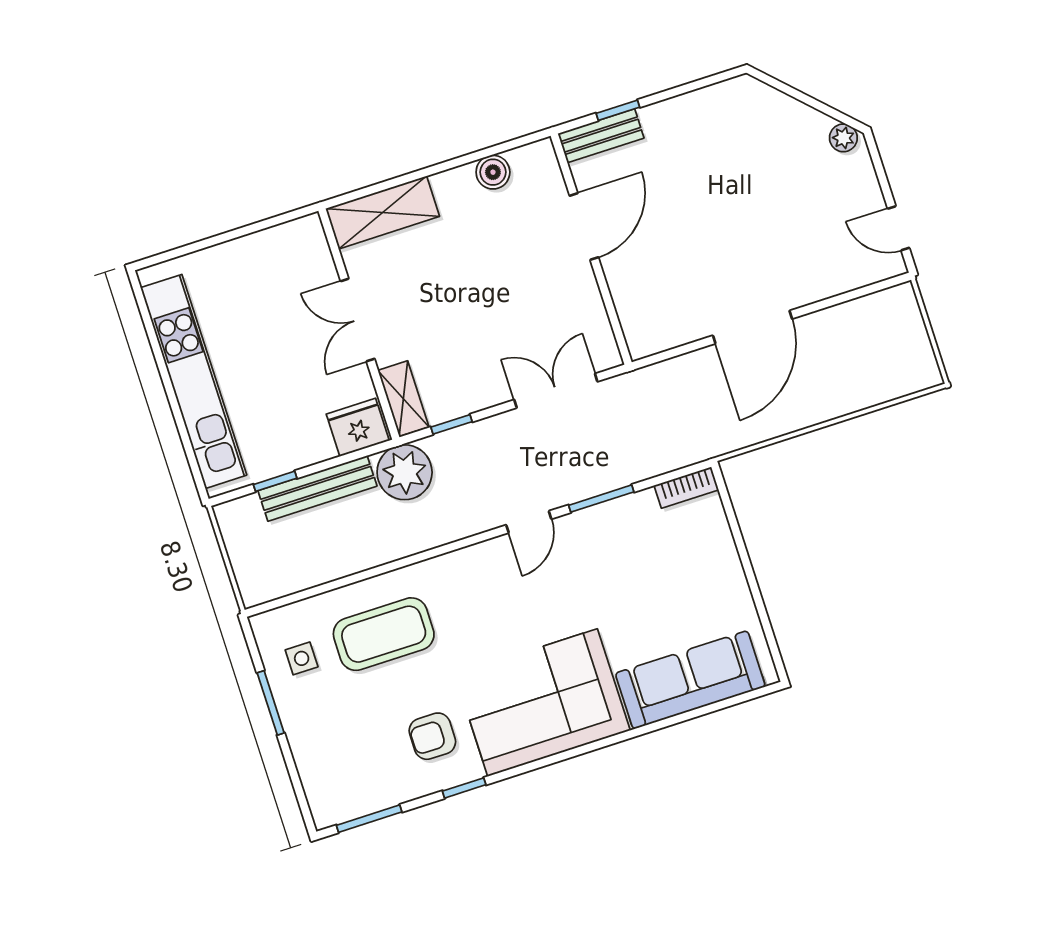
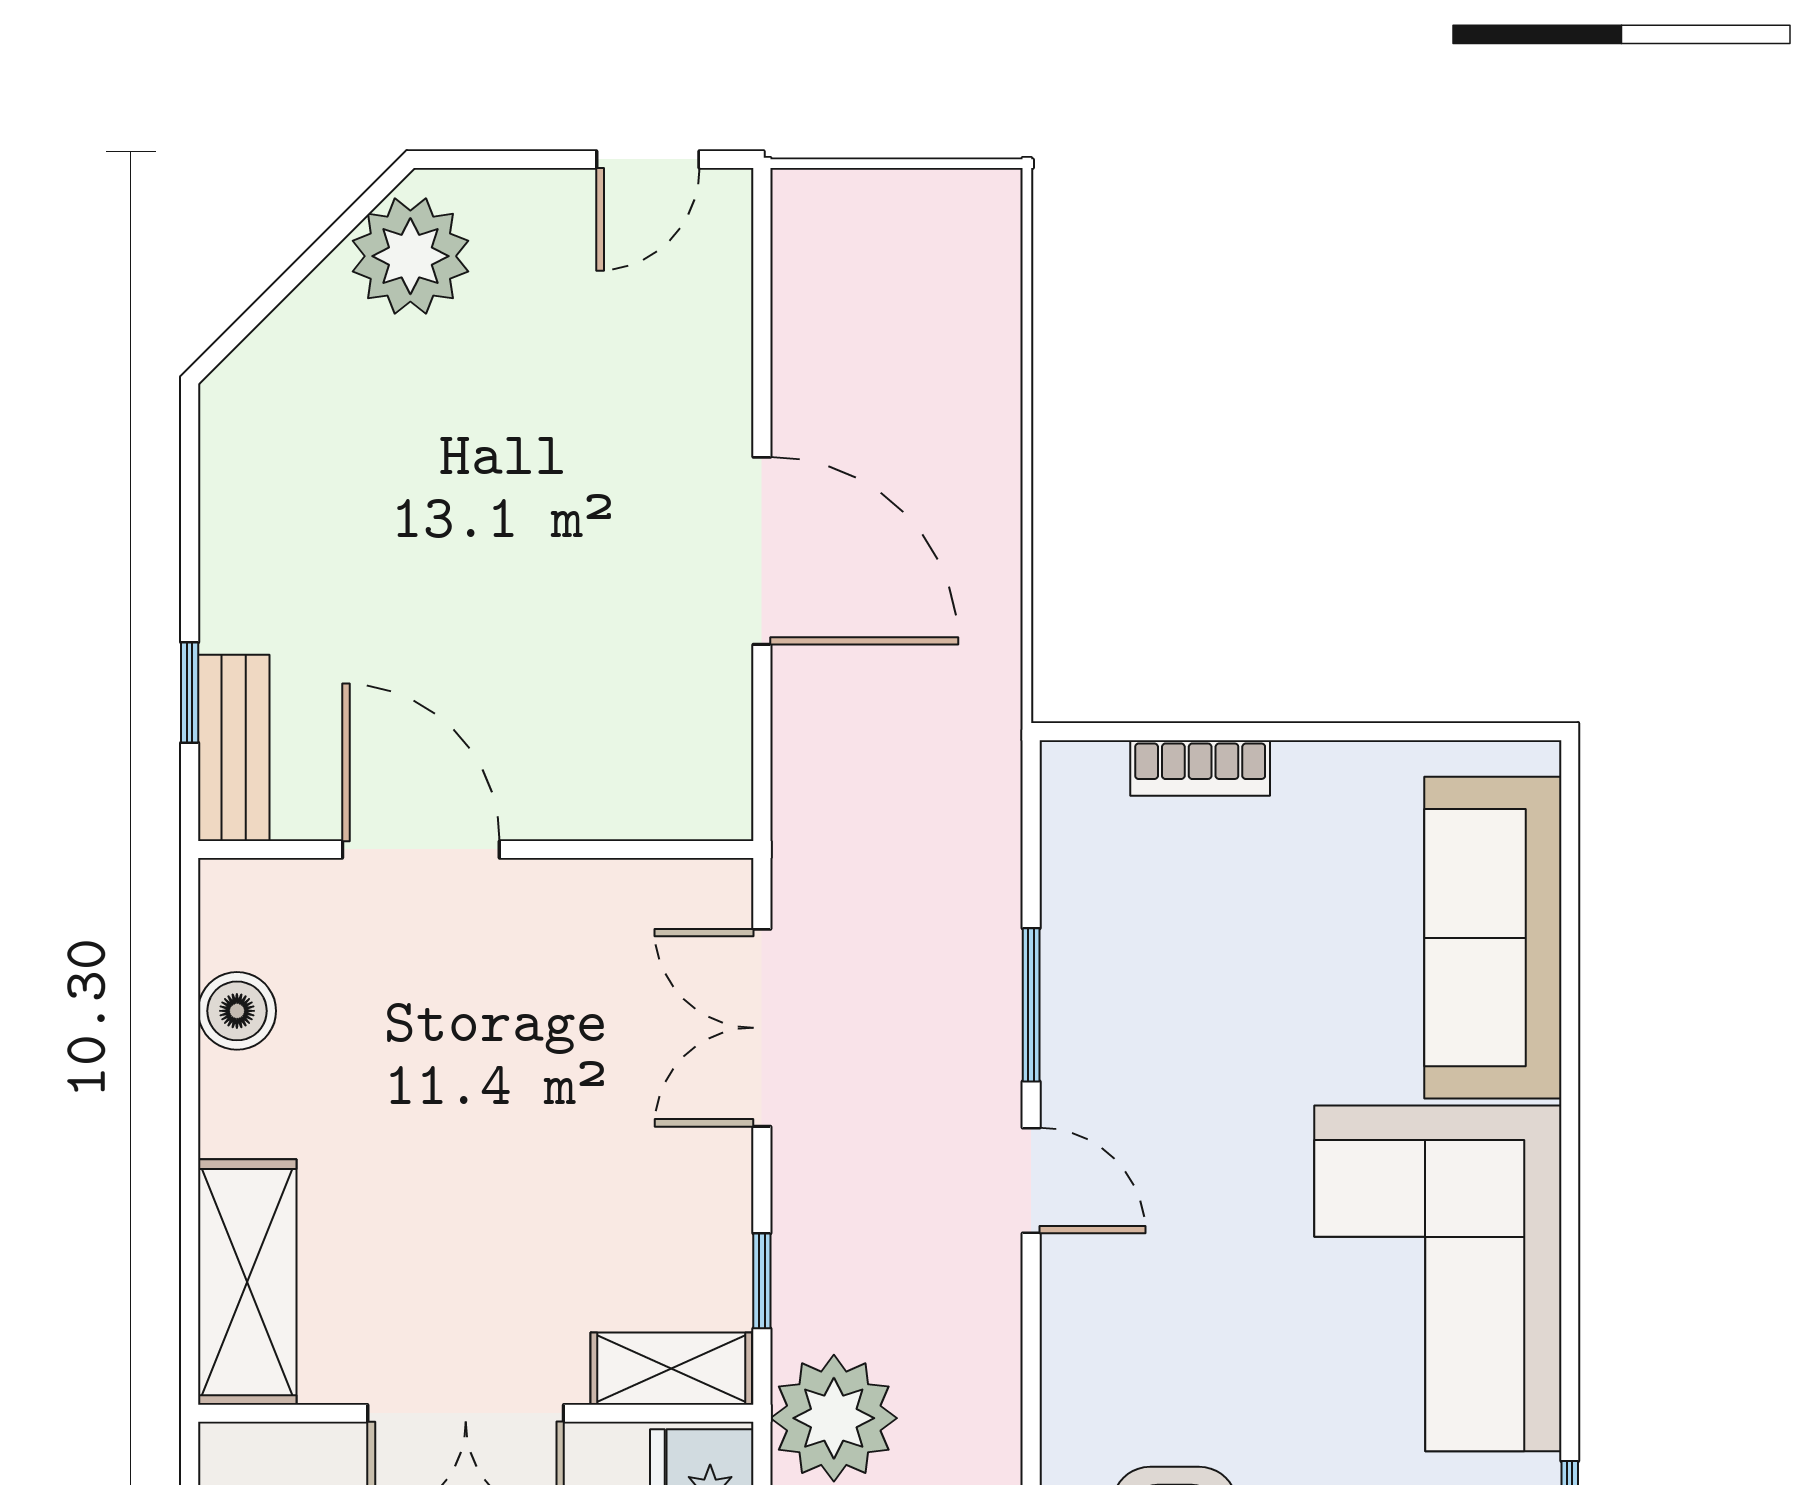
plant: (843, 138) -> (410, 256), width x1.88, depth x1.88
bookcase: (686, 488) -> (1200, 768), moved, turned 90

